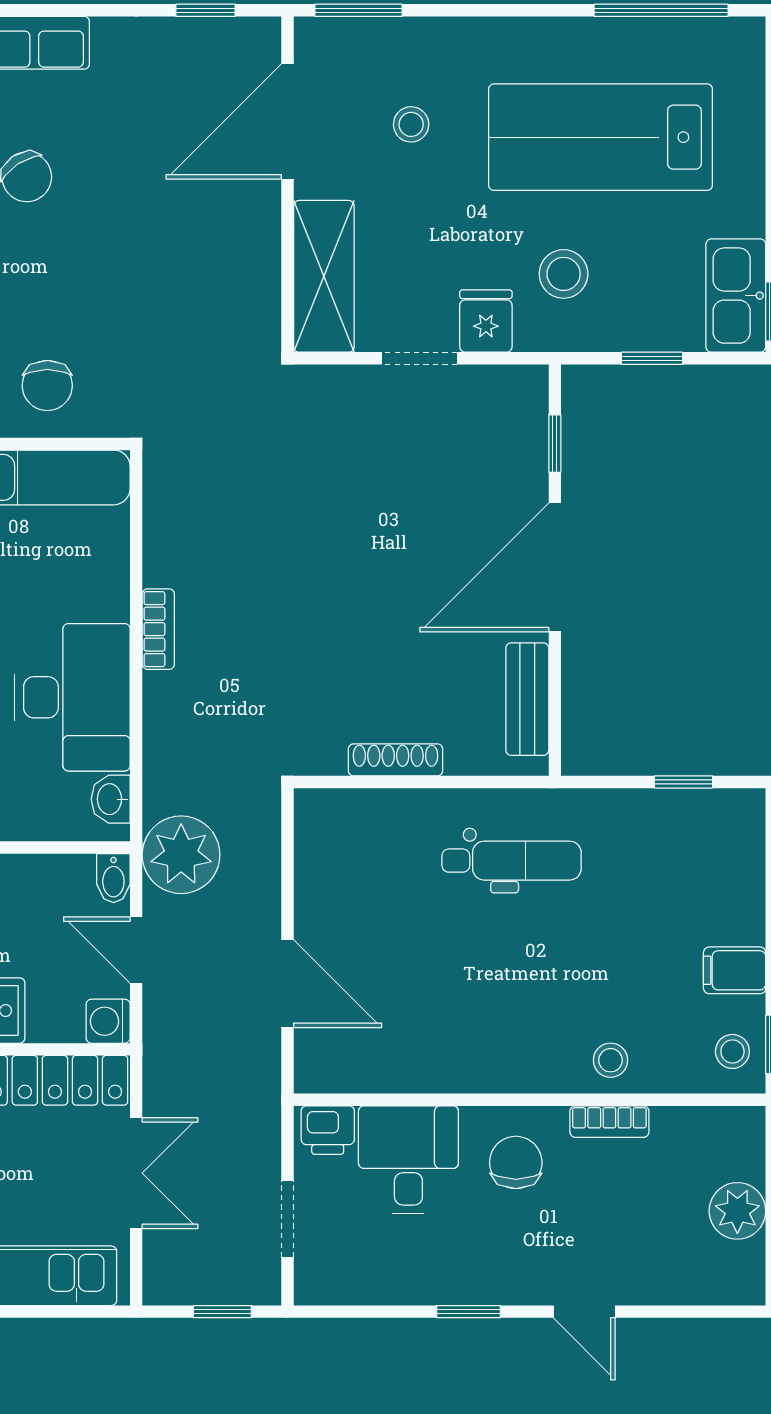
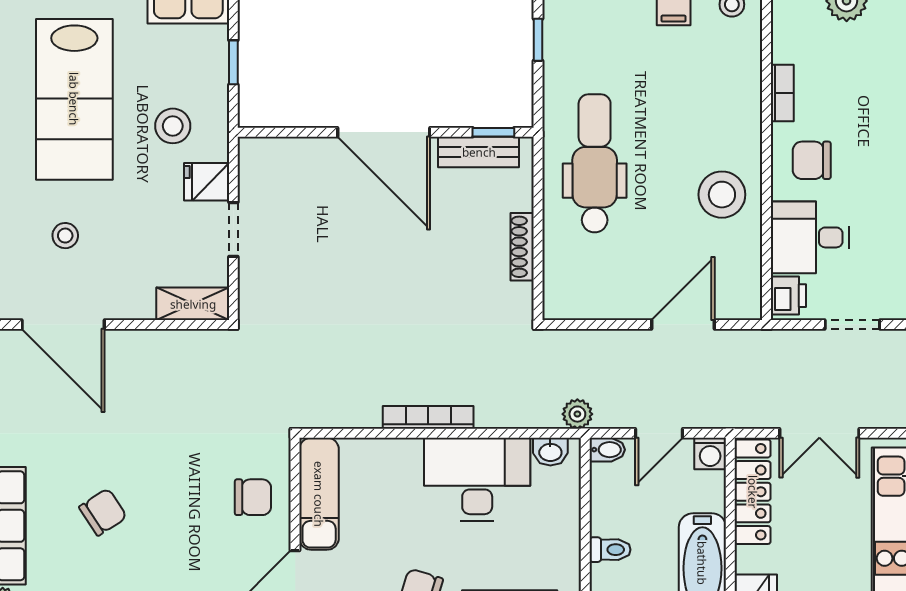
shelving: (324, 276) -> (193, 304), width x0.67, depth x0.75
window: (555, 444) -> (493, 132), moved
bookcase: (158, 629) -> (428, 417), width x1.56
plant: (181, 855) -> (577, 414), width x0.53, depth x0.53
dental chair: (512, 861) -> (595, 163), width x1.36, depth x1.38
stool: (611, 1060) -> (722, 195), moved, width x1.89, depth x1.89
double door: (136, 1173) -> (819, 433), swing flipped

